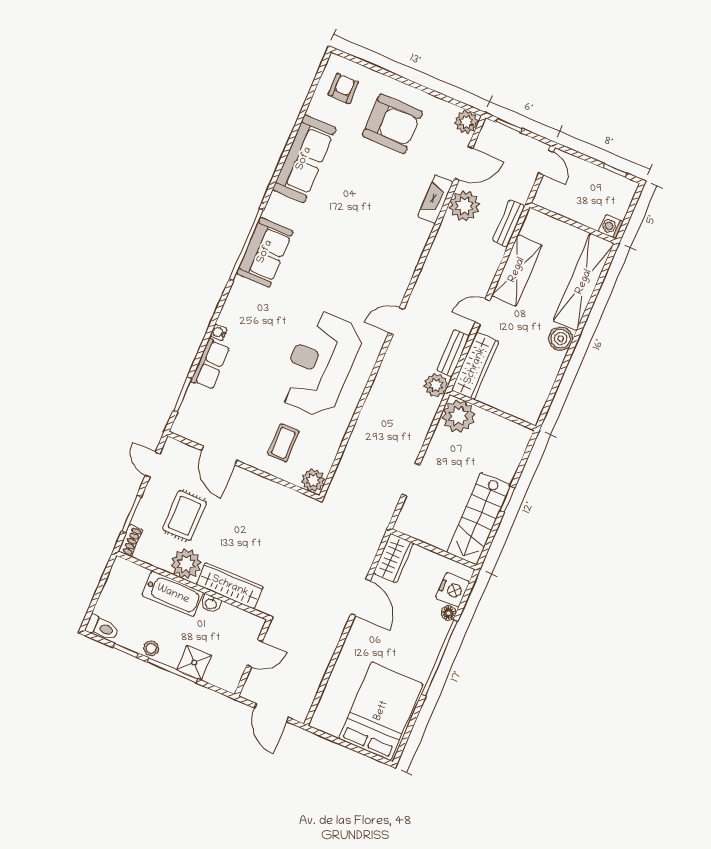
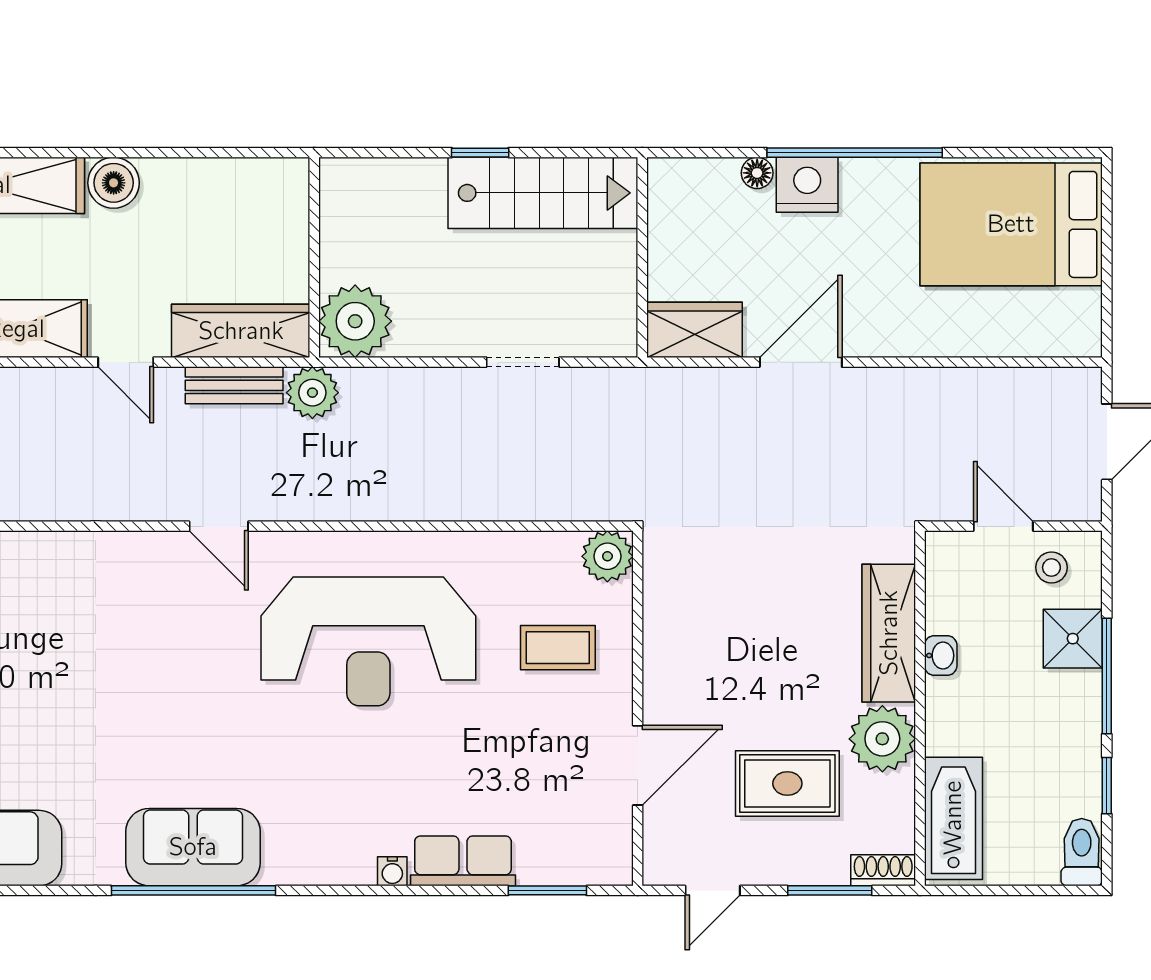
nightstand: (453, 590) -> (807, 185), moved
bathtub: (173, 594) -> (953, 818), moved
stool: (151, 648) -> (1051, 567), moved

